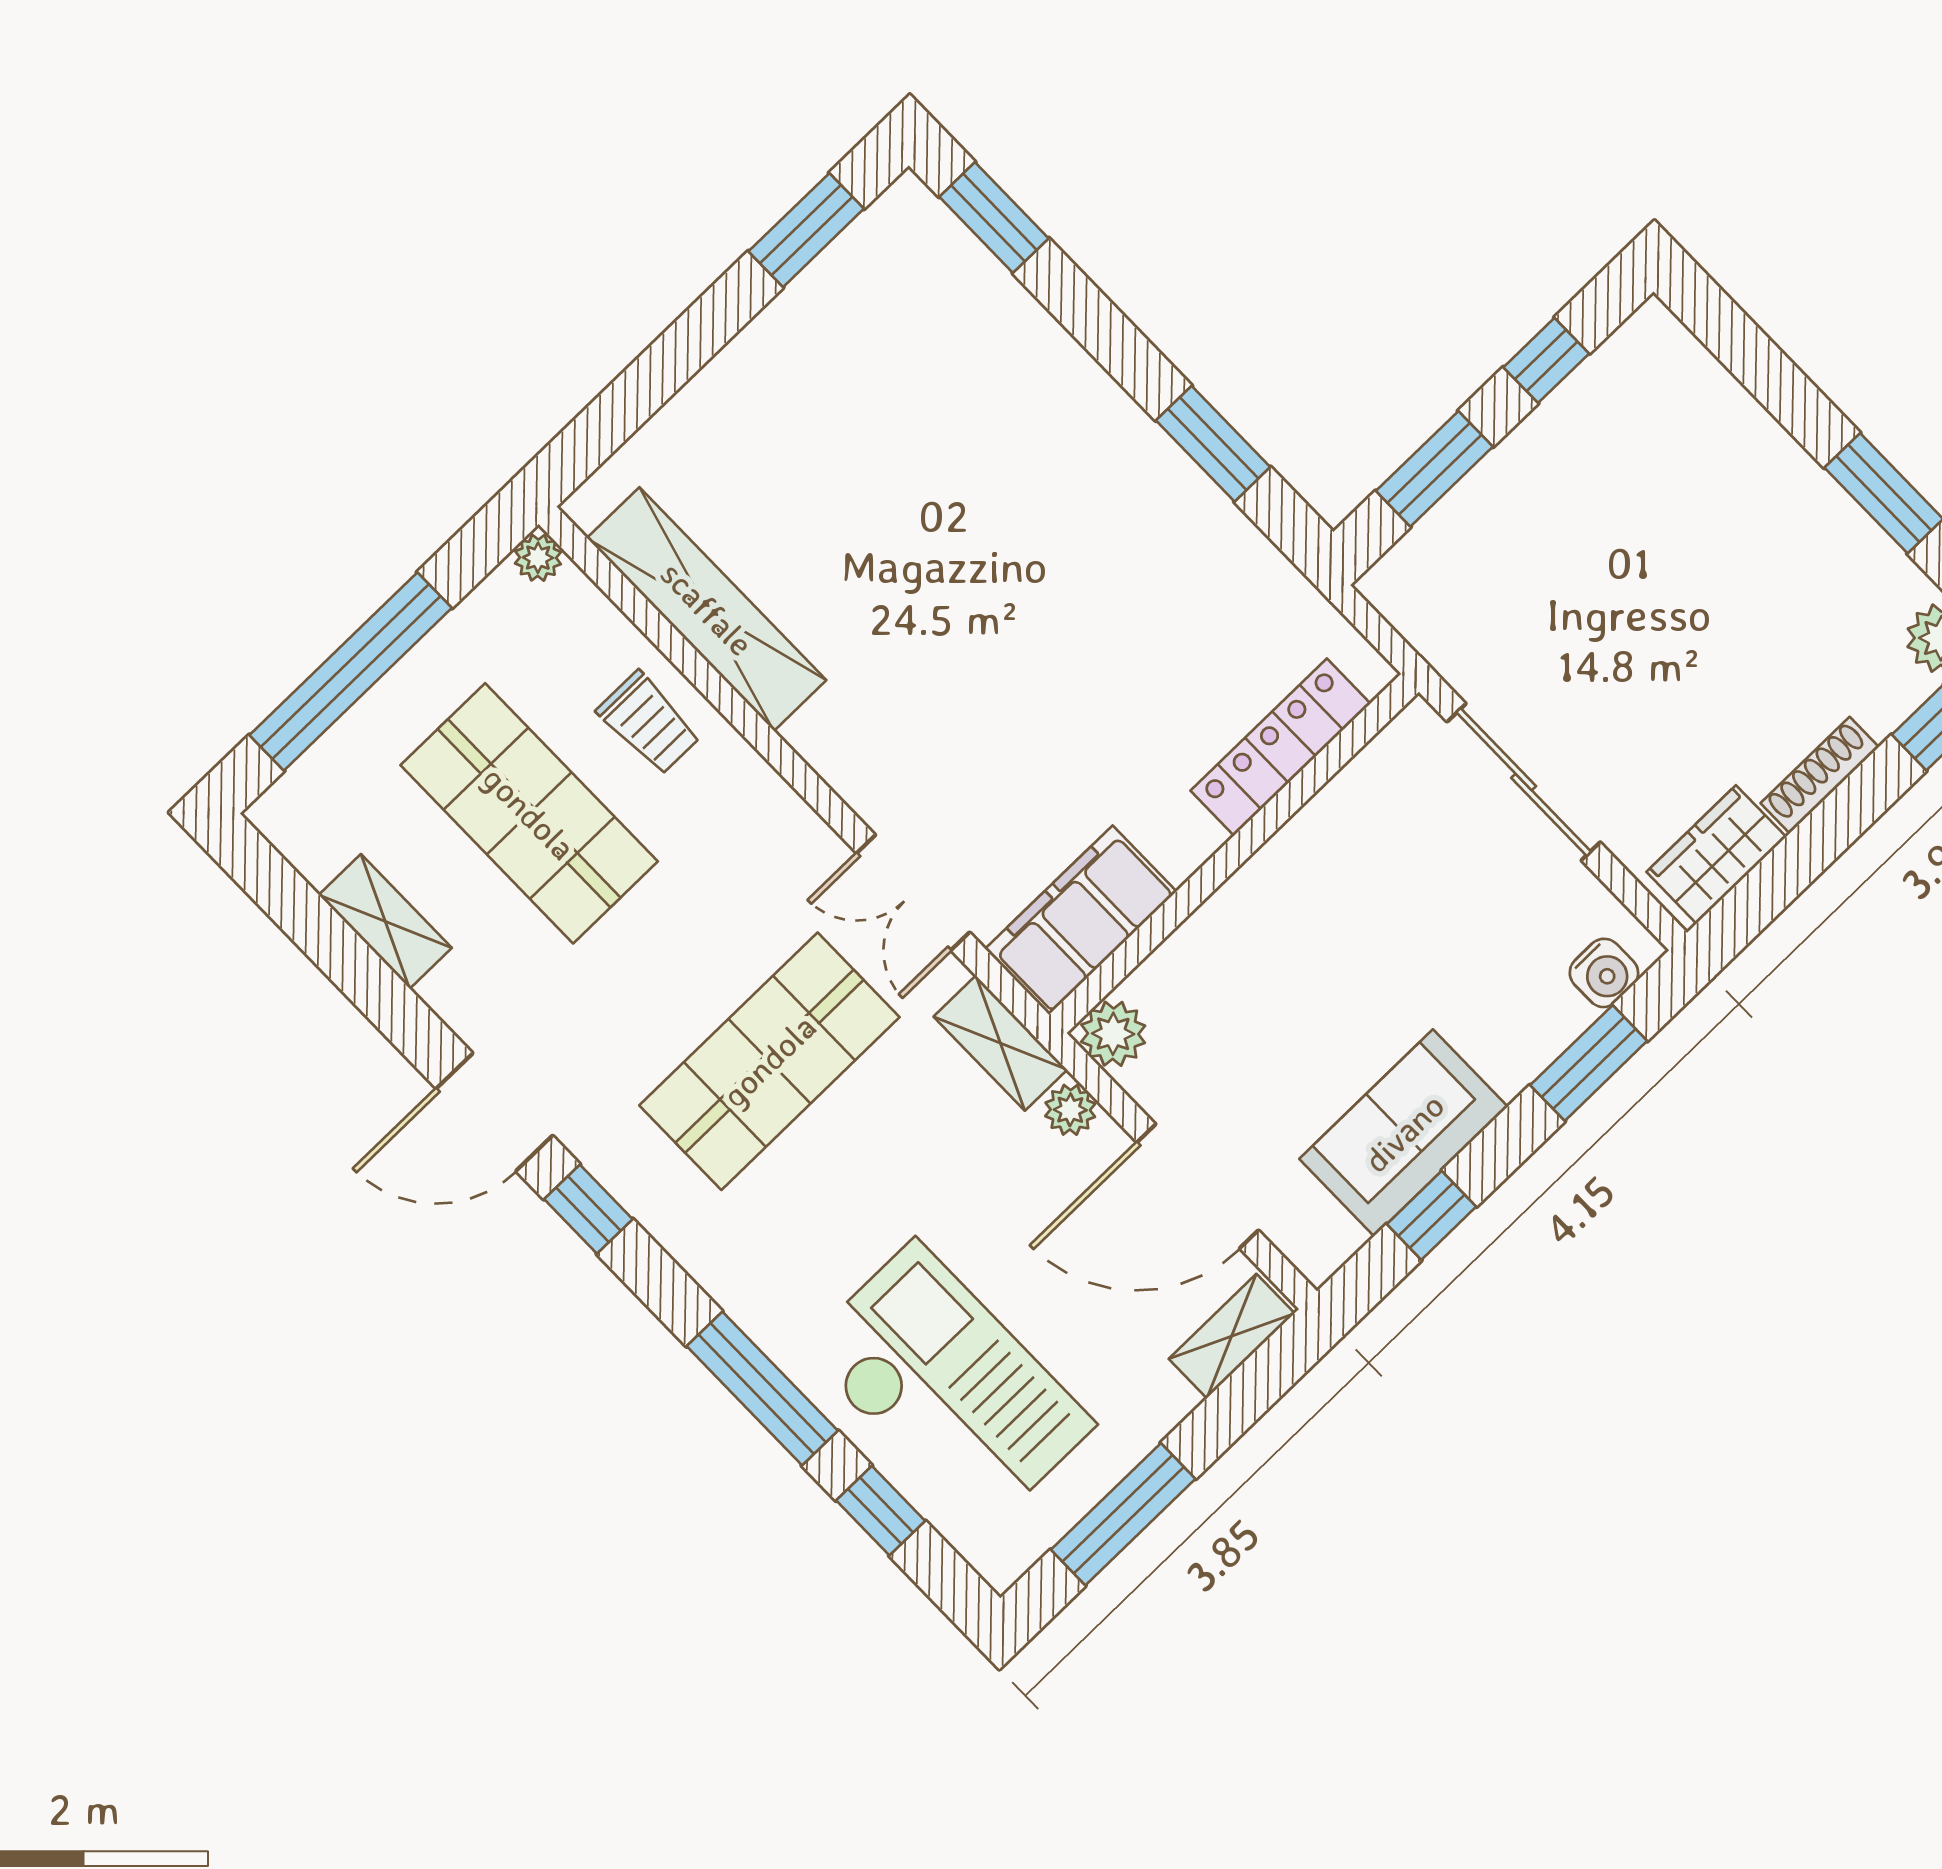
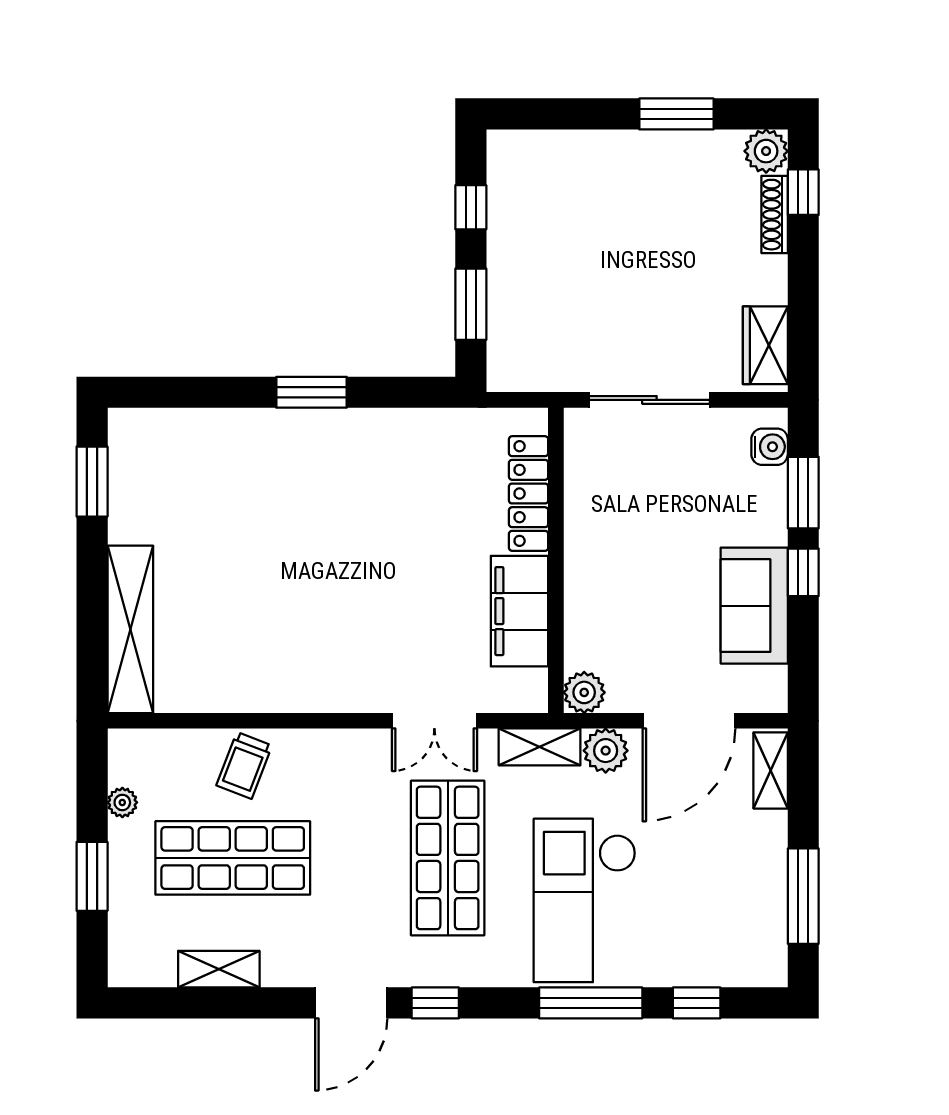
window: (994, 218) -> (168, 392), removed
window: (1213, 444) -> (311, 392), moved
plant: (538, 558) -> (122, 802), moved
shelving: (707, 609) -> (130, 629), moved, turned 90
window: (351, 671) -> (92, 876), width x0.47
trolley: (649, 723) -> (244, 765), turned 111
shoe rack: (1820, 775) -> (775, 215), moved
filing cabinet: (1081, 920) -> (519, 611), moved
plant: (1070, 1110) -> (606, 751), width x1.38, depth x1.38
window: (1432, 1215) -> (803, 572), moved
checkout: (948, 1387) -> (585, 900), moved, turned -90

